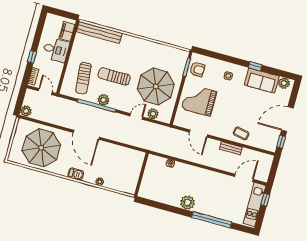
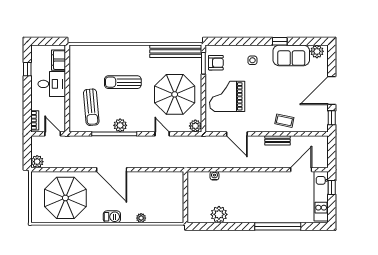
bench: (99, 32) -> (176, 51), moved
window: (32, 57) -> (27, 69), moved
sun lounger: (114, 76) -> (123, 82), moved
plant: (153, 114) -> (195, 126), moved
door: (136, 116) -> (162, 134), hinge flipped
plant: (188, 203) -> (219, 214), moved

